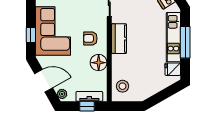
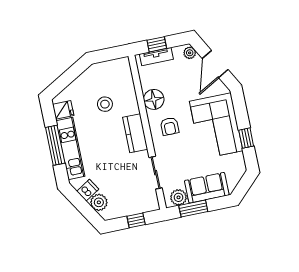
window: (31, 35) -> (246, 138), moved
armchair: (90, 38) -> (170, 126), turned 90
door: (44, 81) -> (215, 64), hinge flipped
stool: (123, 86) -> (105, 104), moved

